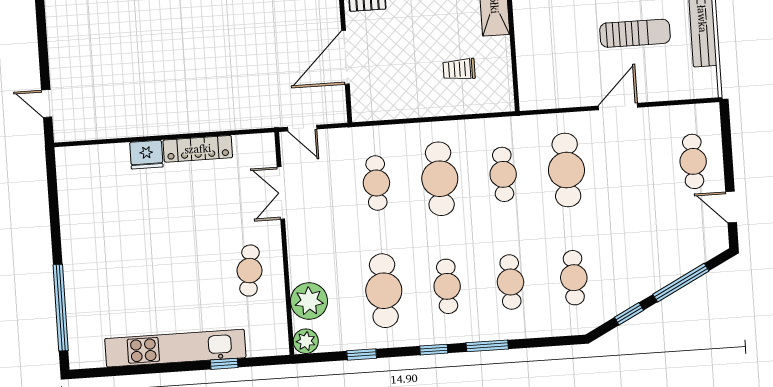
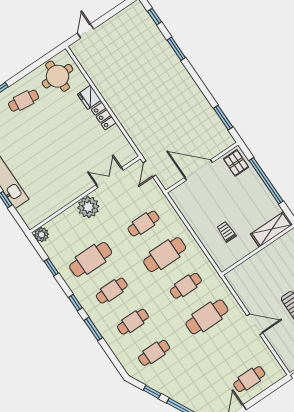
locker: (198, 149) -> (104, 116), width x0.66
round table: (89, 183) -> (58, 76), added
cafe table: (250, 271) -> (24, 101), moved
plant: (309, 301) -> (88, 207), moved

